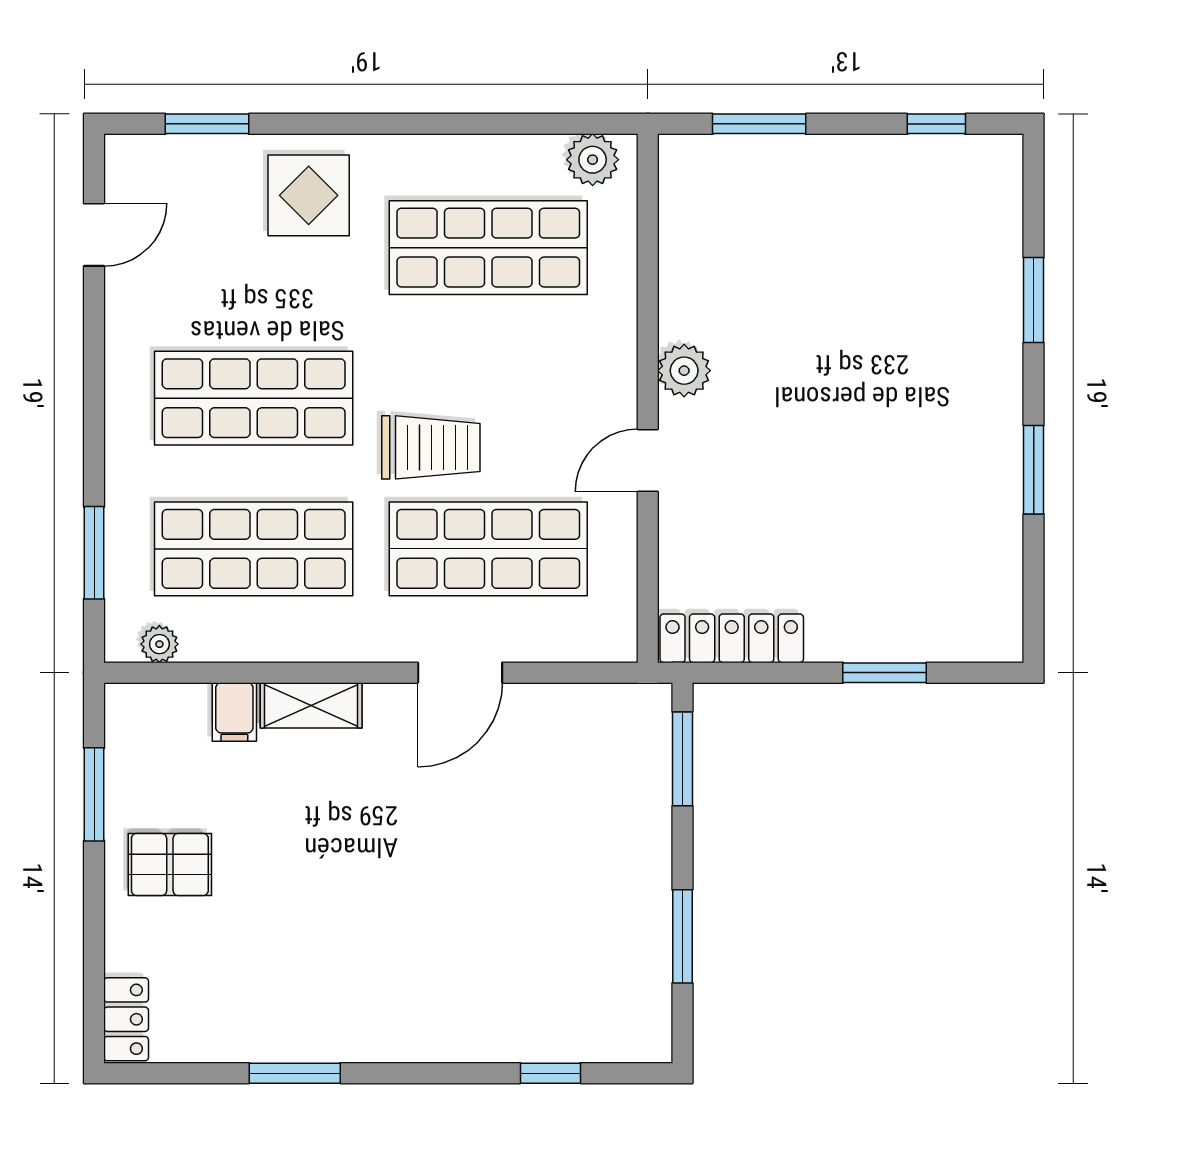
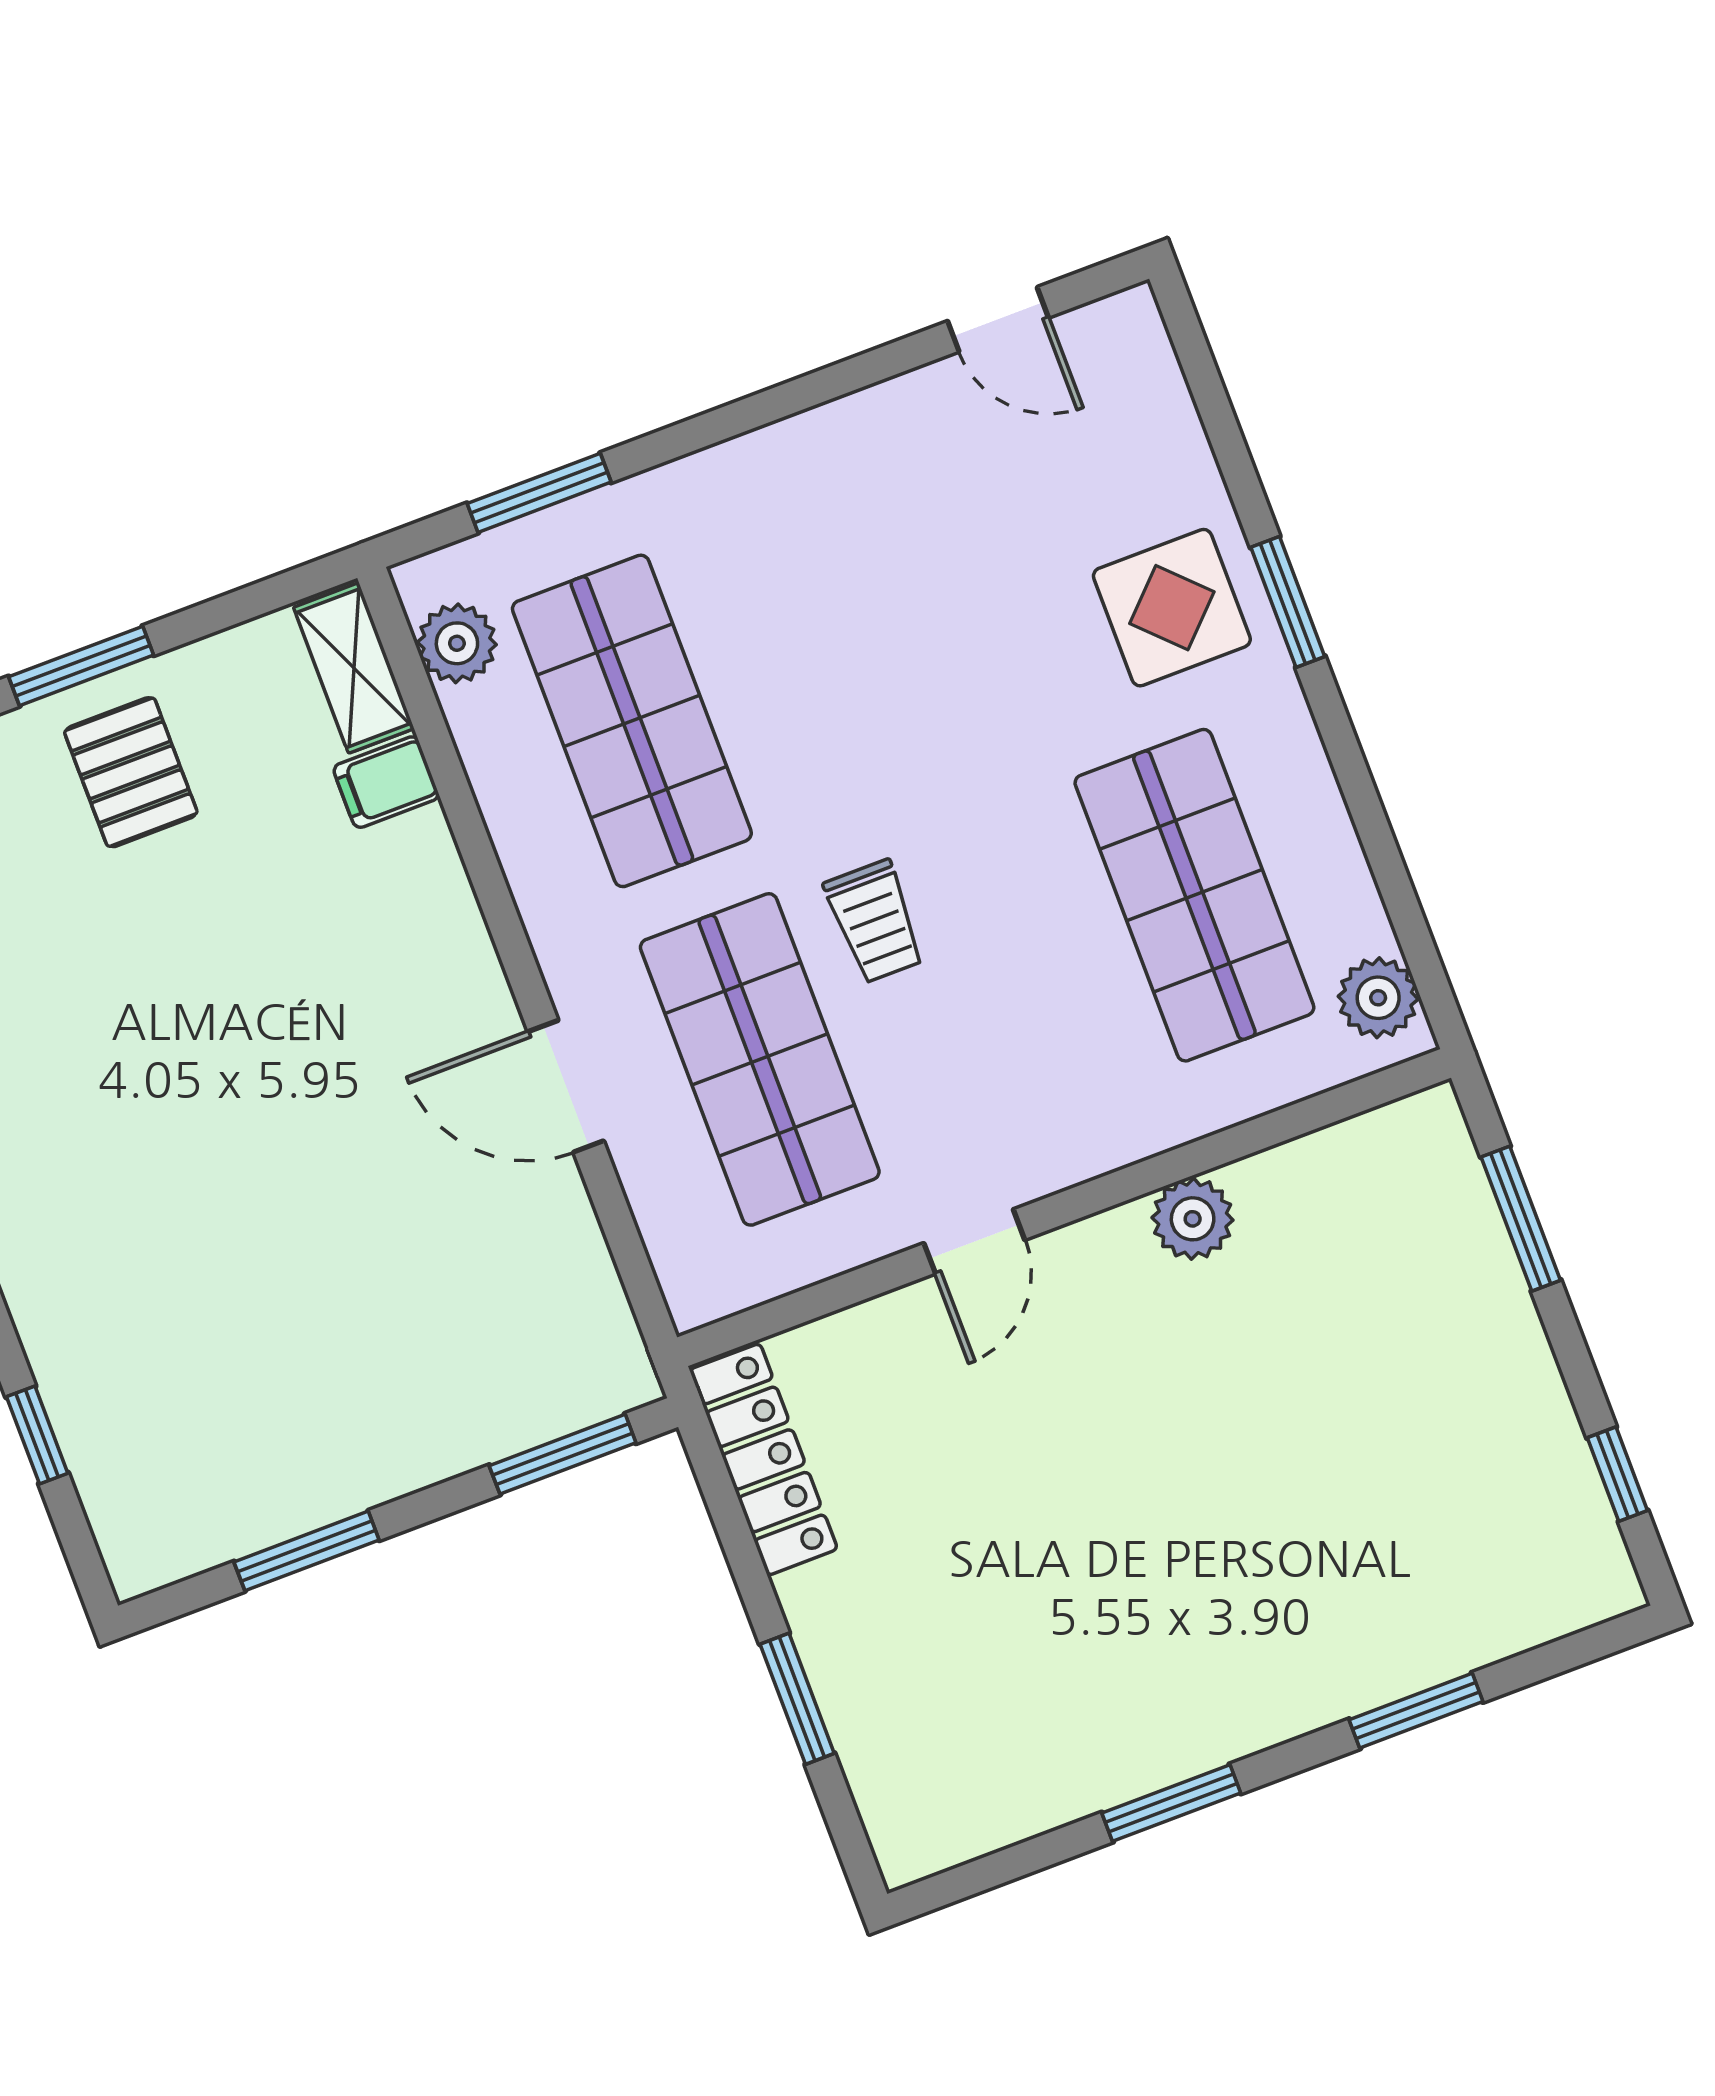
window: (207, 124) -> (1288, 602), moved
plant: (684, 371) -> (1193, 1219), moved
shop shelf: (254, 398) -> (849, 639), removed
trolley: (431, 447) -> (875, 921), width x0.73, depth x0.72
door: (648, 460) -> (974, 1242), swing flipped
plant: (159, 644) -> (457, 643), width x1.38, depth x1.38
shelving: (311, 705) -> (354, 668), moved
window: (94, 794) -> (81, 666), moved

